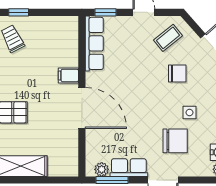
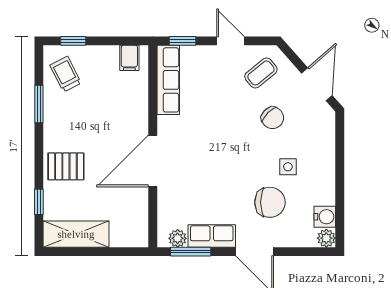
chair: (177, 74) -> (273, 118), turned 45
filing cabinet: (68, 75) -> (129, 58), moved, turned -90
door: (82, 108) -> (153, 161), swing flipped

